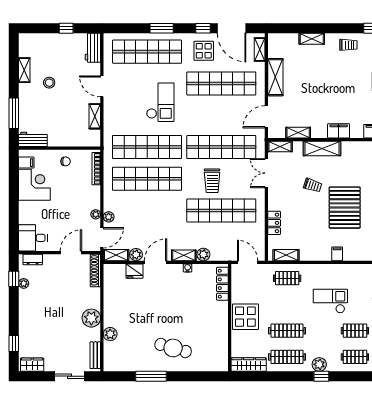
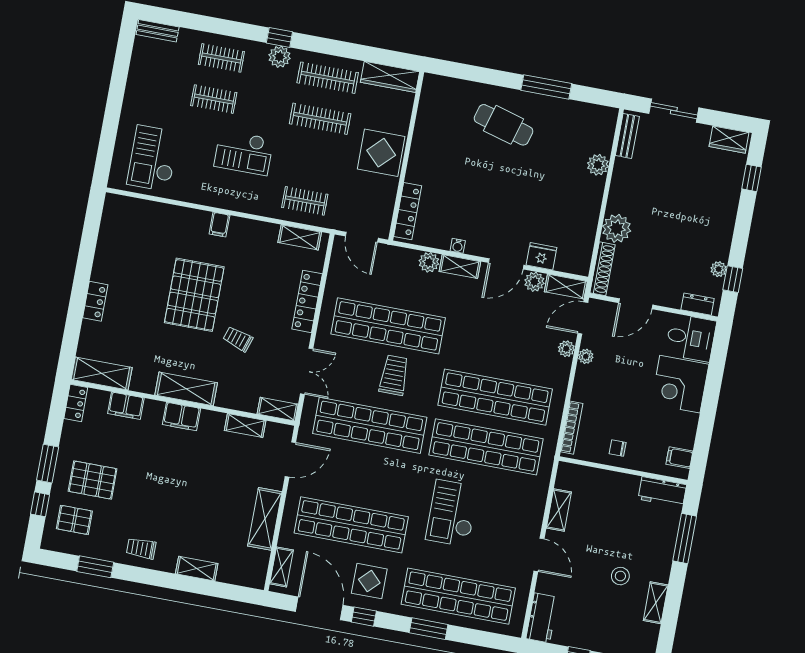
shelving: (322, 149) -> (186, 389), moved
corner desk: (34, 185) -> (680, 384), moved
locker: (274, 223) -> (307, 301), width x1.53
plant: (91, 318) -> (617, 228), moved

